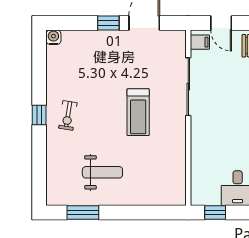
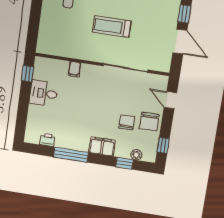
door: (221, 23) -> (170, 100), hinge flipped
filing cabinet: (200, 42) -> (74, 69), moved

